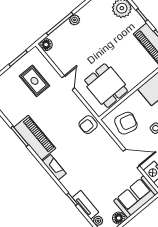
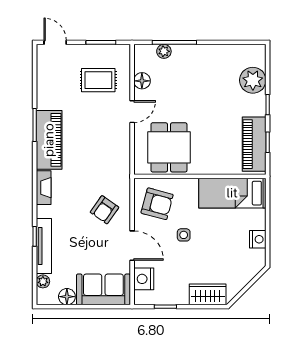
plant: (75, 20) -> (164, 51), moved
floor lamp: (46, 45) -> (142, 81), moved
rug: (34, 81) -> (98, 80), turned 90
armchair: (88, 125) -> (104, 210), moved, turned -55
tv unit: (86, 205) -> (44, 246), width x1.41

